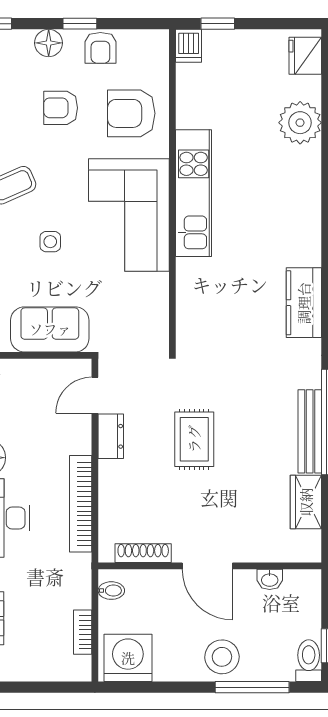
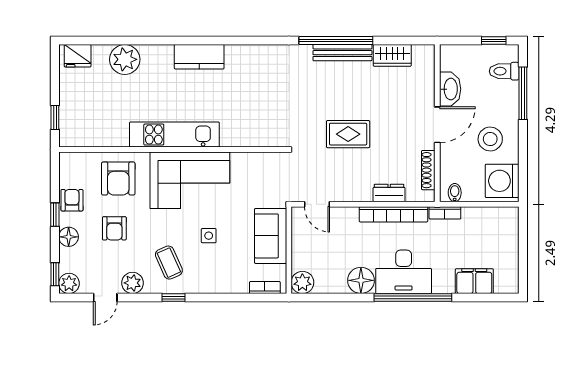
dishwasher: (189, 46) -> (70, 138), removed
armchair: (100, 48) -> (72, 200), turned -90
kitchen counter: (304, 303) -> (199, 57), moved
dresser: (111, 436) -> (389, 193), moved
washbasin: (270, 579) -> (450, 89), width x1.91, depth x1.45
bookcase: (83, 632) -> (445, 213), moved
stool: (222, 657) -> (490, 139), moved
toilet: (309, 661) -> (504, 71), moved

